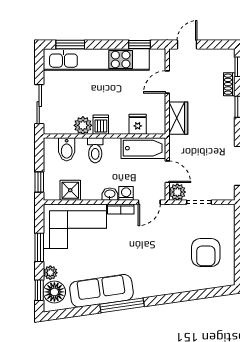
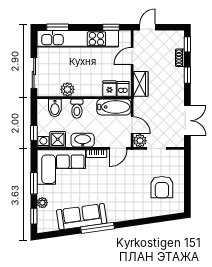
dishwasher: (101, 125) -> (123, 89), moved
washing machine: (126, 193) -> (43, 142), moved
washbasin: (110, 194) -> (83, 140), width x1.91, depth x1.45
floor lamp: (54, 292) -> (46, 217), removed

